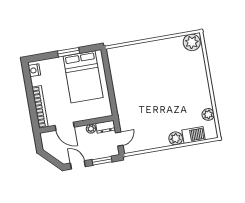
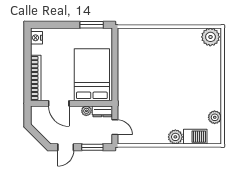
window: (68, 52) -> (92, 25), moved
bed: (83, 77) -> (92, 75), moved, turned 180
door: (119, 139) -> (115, 127), hinge flipped
door: (78, 165) -> (66, 147), swing flipped

